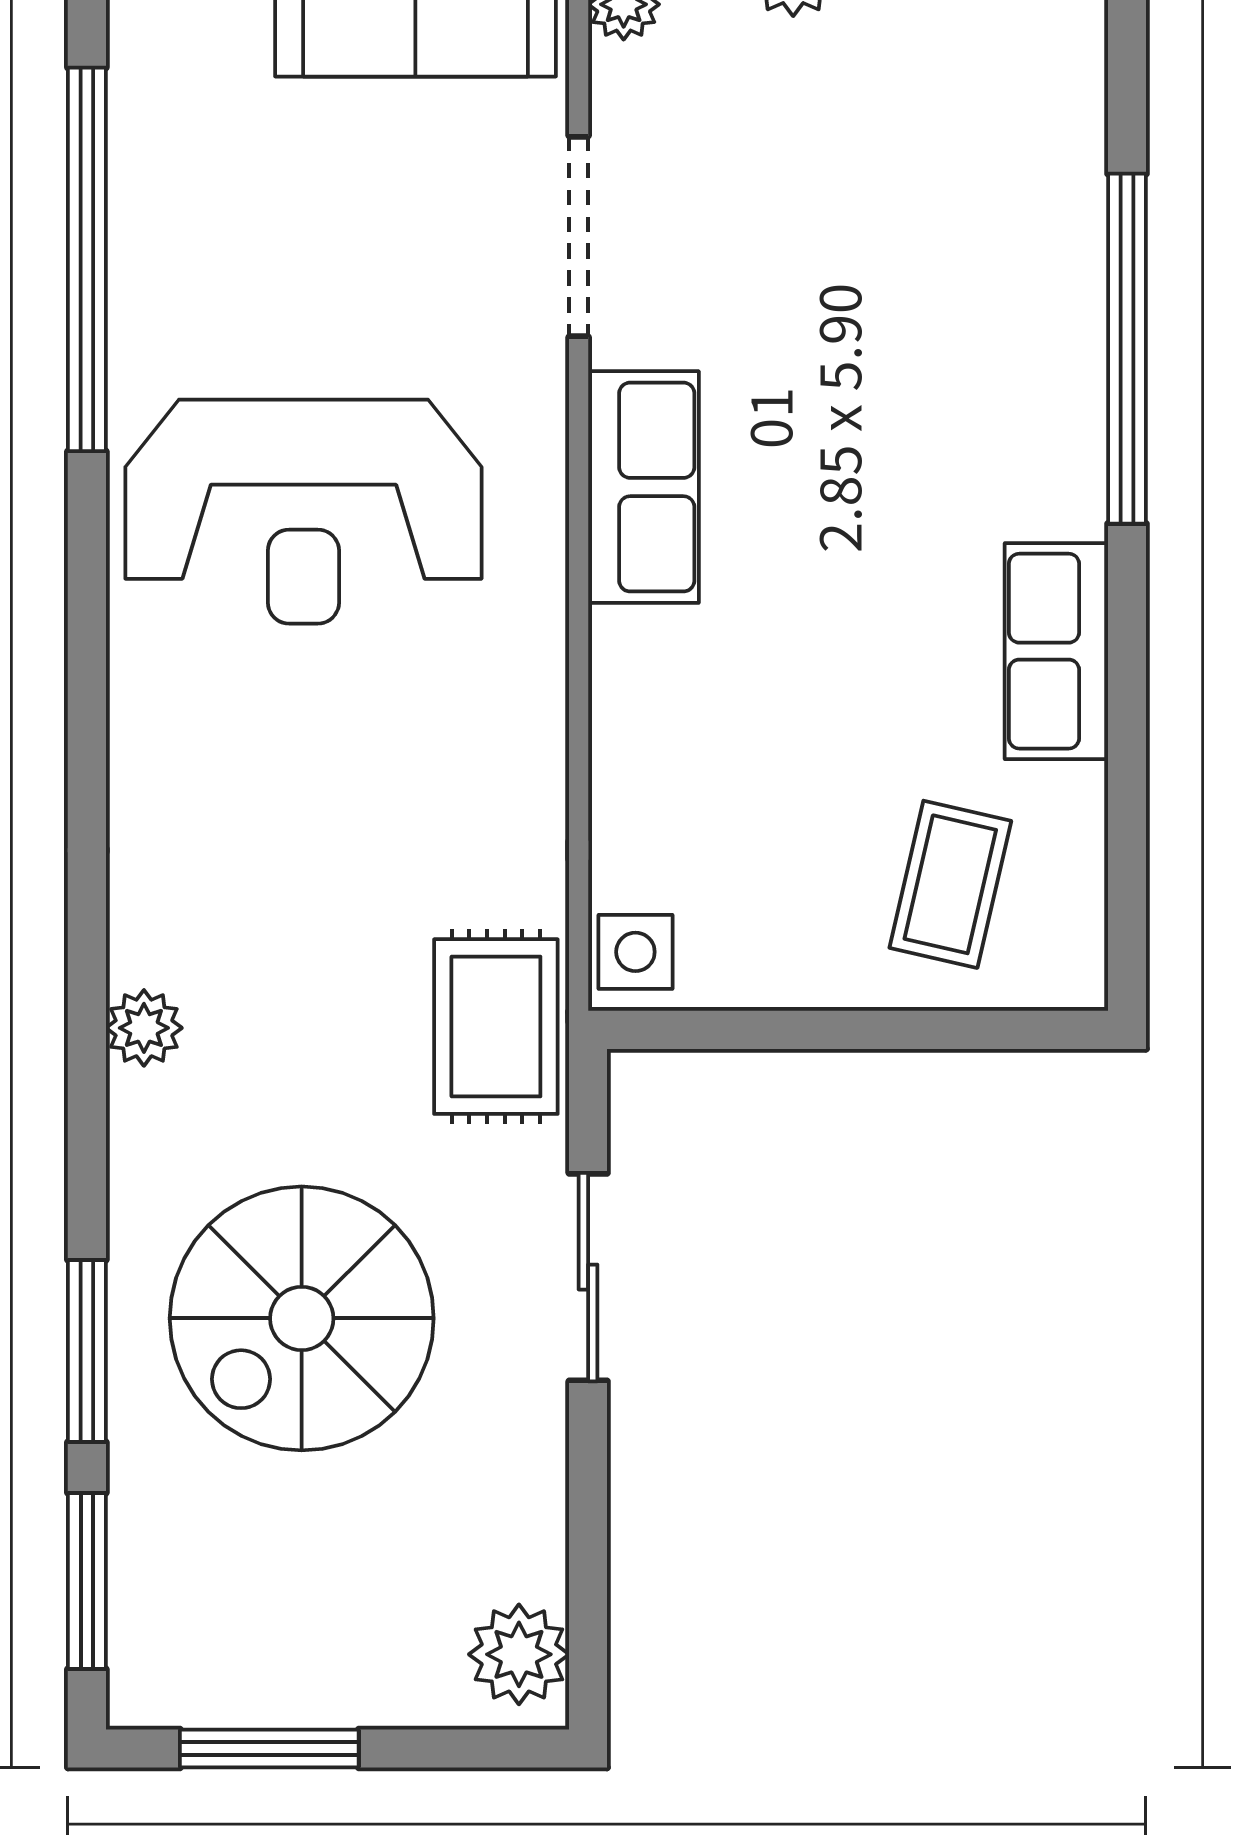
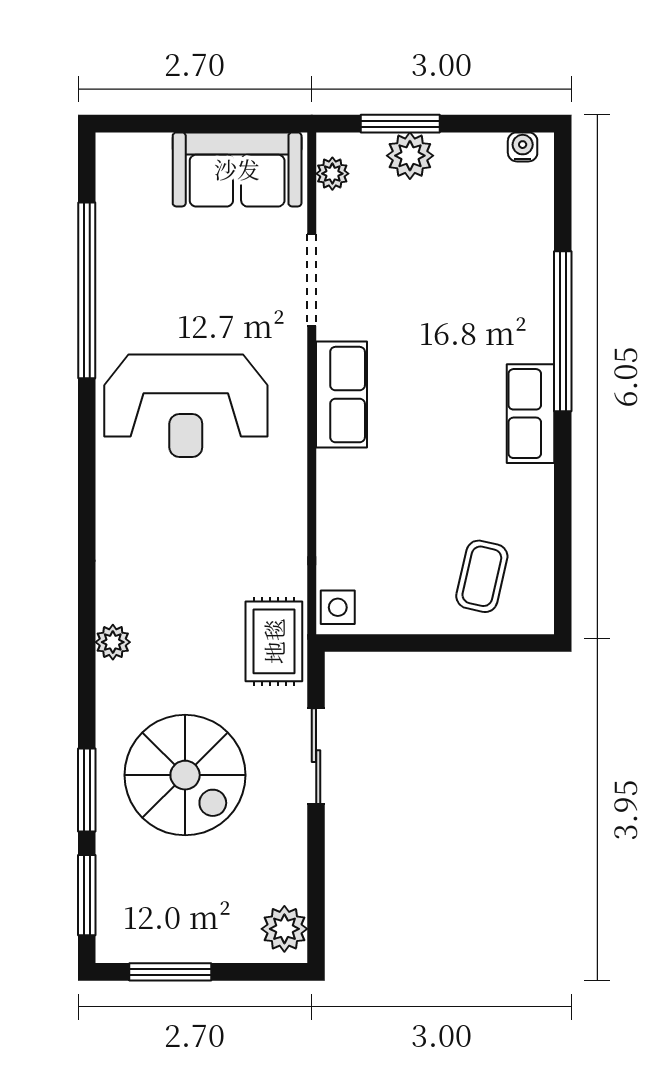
row of seats: (1056, 651) -> (530, 414), moved
spiral stairs: (302, 1318) -> (185, 775), turned -90

